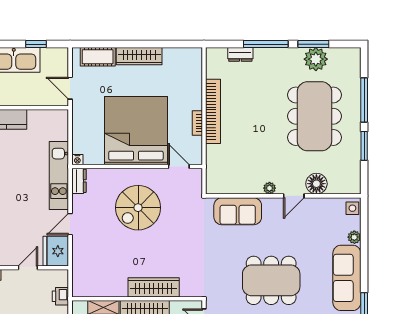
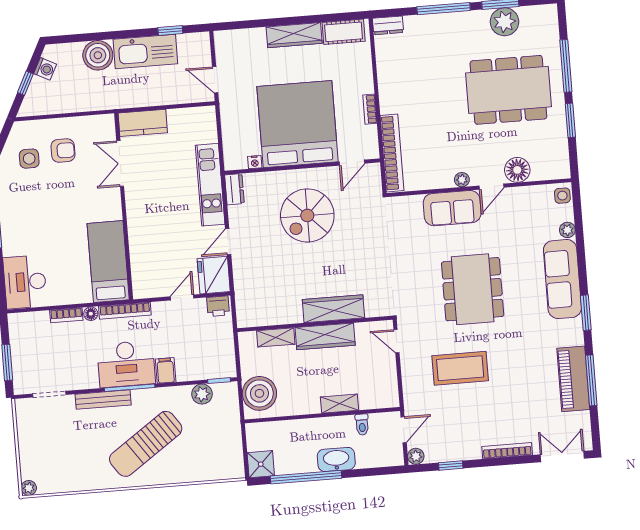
dresser: (240, 54) -> (388, 25), moved
cot: (98, 57) -> (344, 32), moved
bookcase: (213, 111) -> (392, 153), moved
dining table: (315, 116) -> (508, 90), turned 90
nightstand: (77, 160) -> (255, 162), moved
door: (179, 166) -> (352, 163), swing flipped
sofa: (238, 211) -> (452, 208), moved
dining table: (271, 280) -> (473, 289), turned 90
printer: (60, 296) -> (218, 306), moved, turned -90

